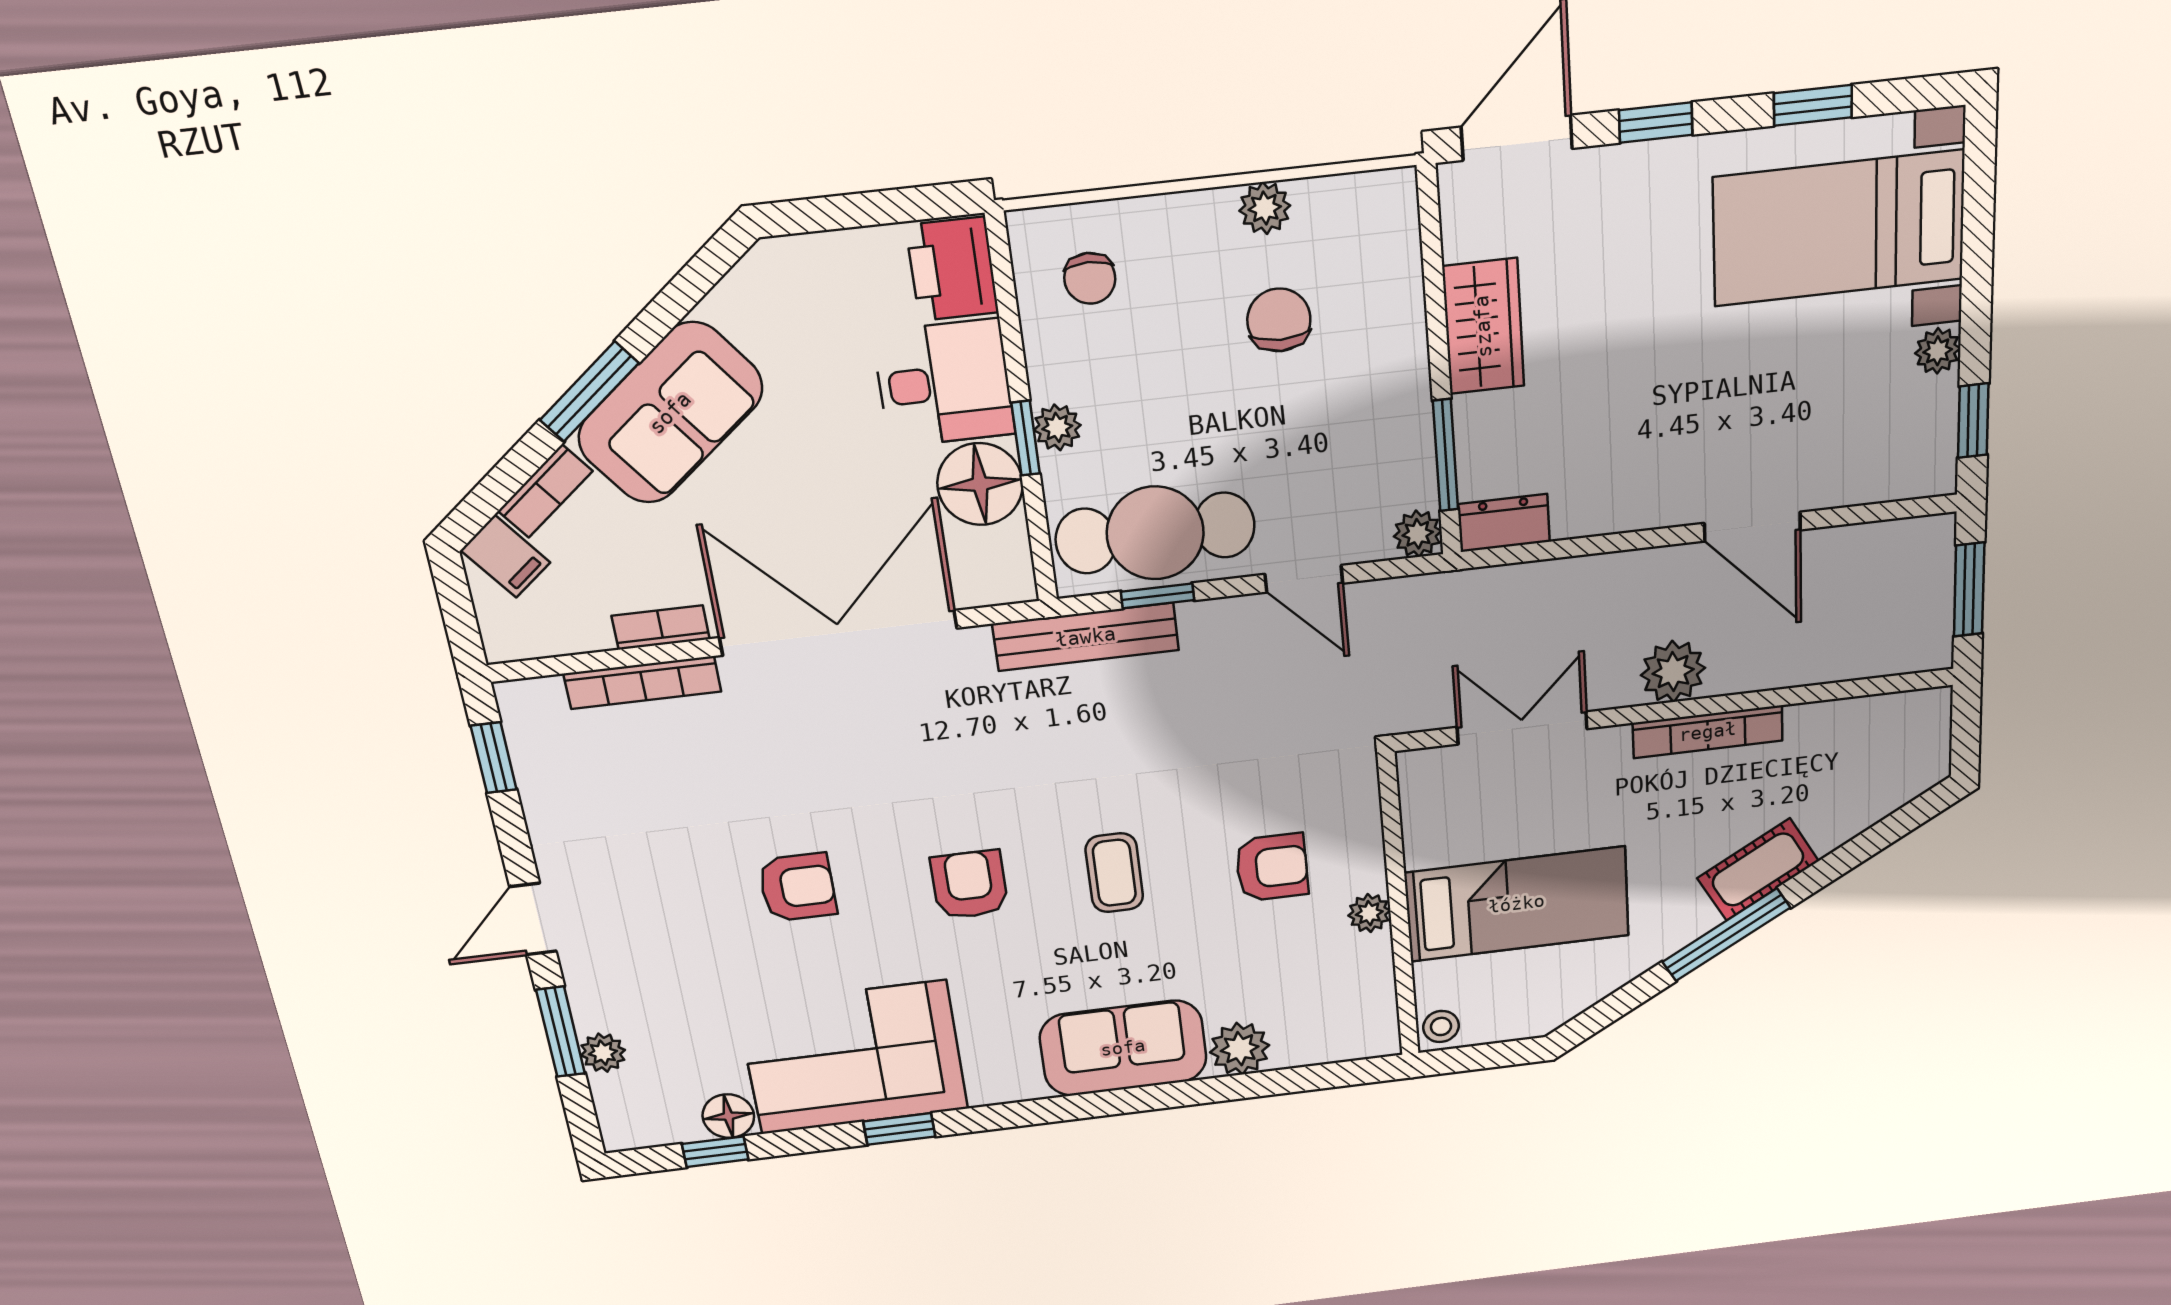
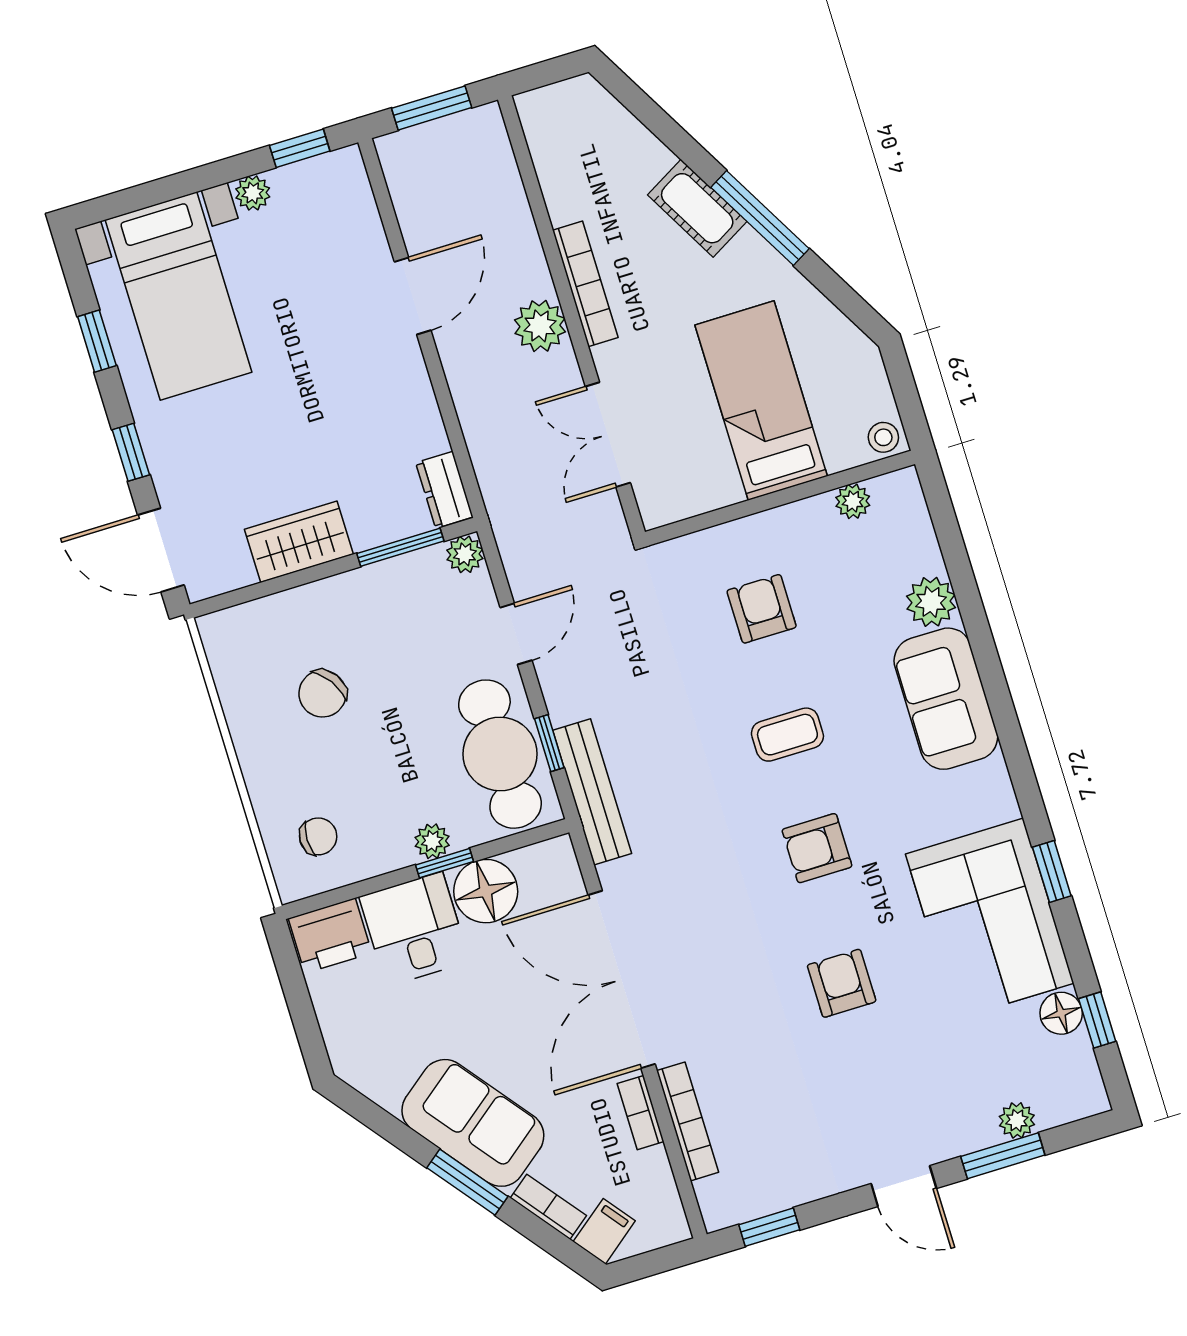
plant: (1265, 208) -> (244, 720), removed
chair: (1279, 320) -> (322, 694), turned -34
plant: (1369, 913) -> (853, 501), moved

